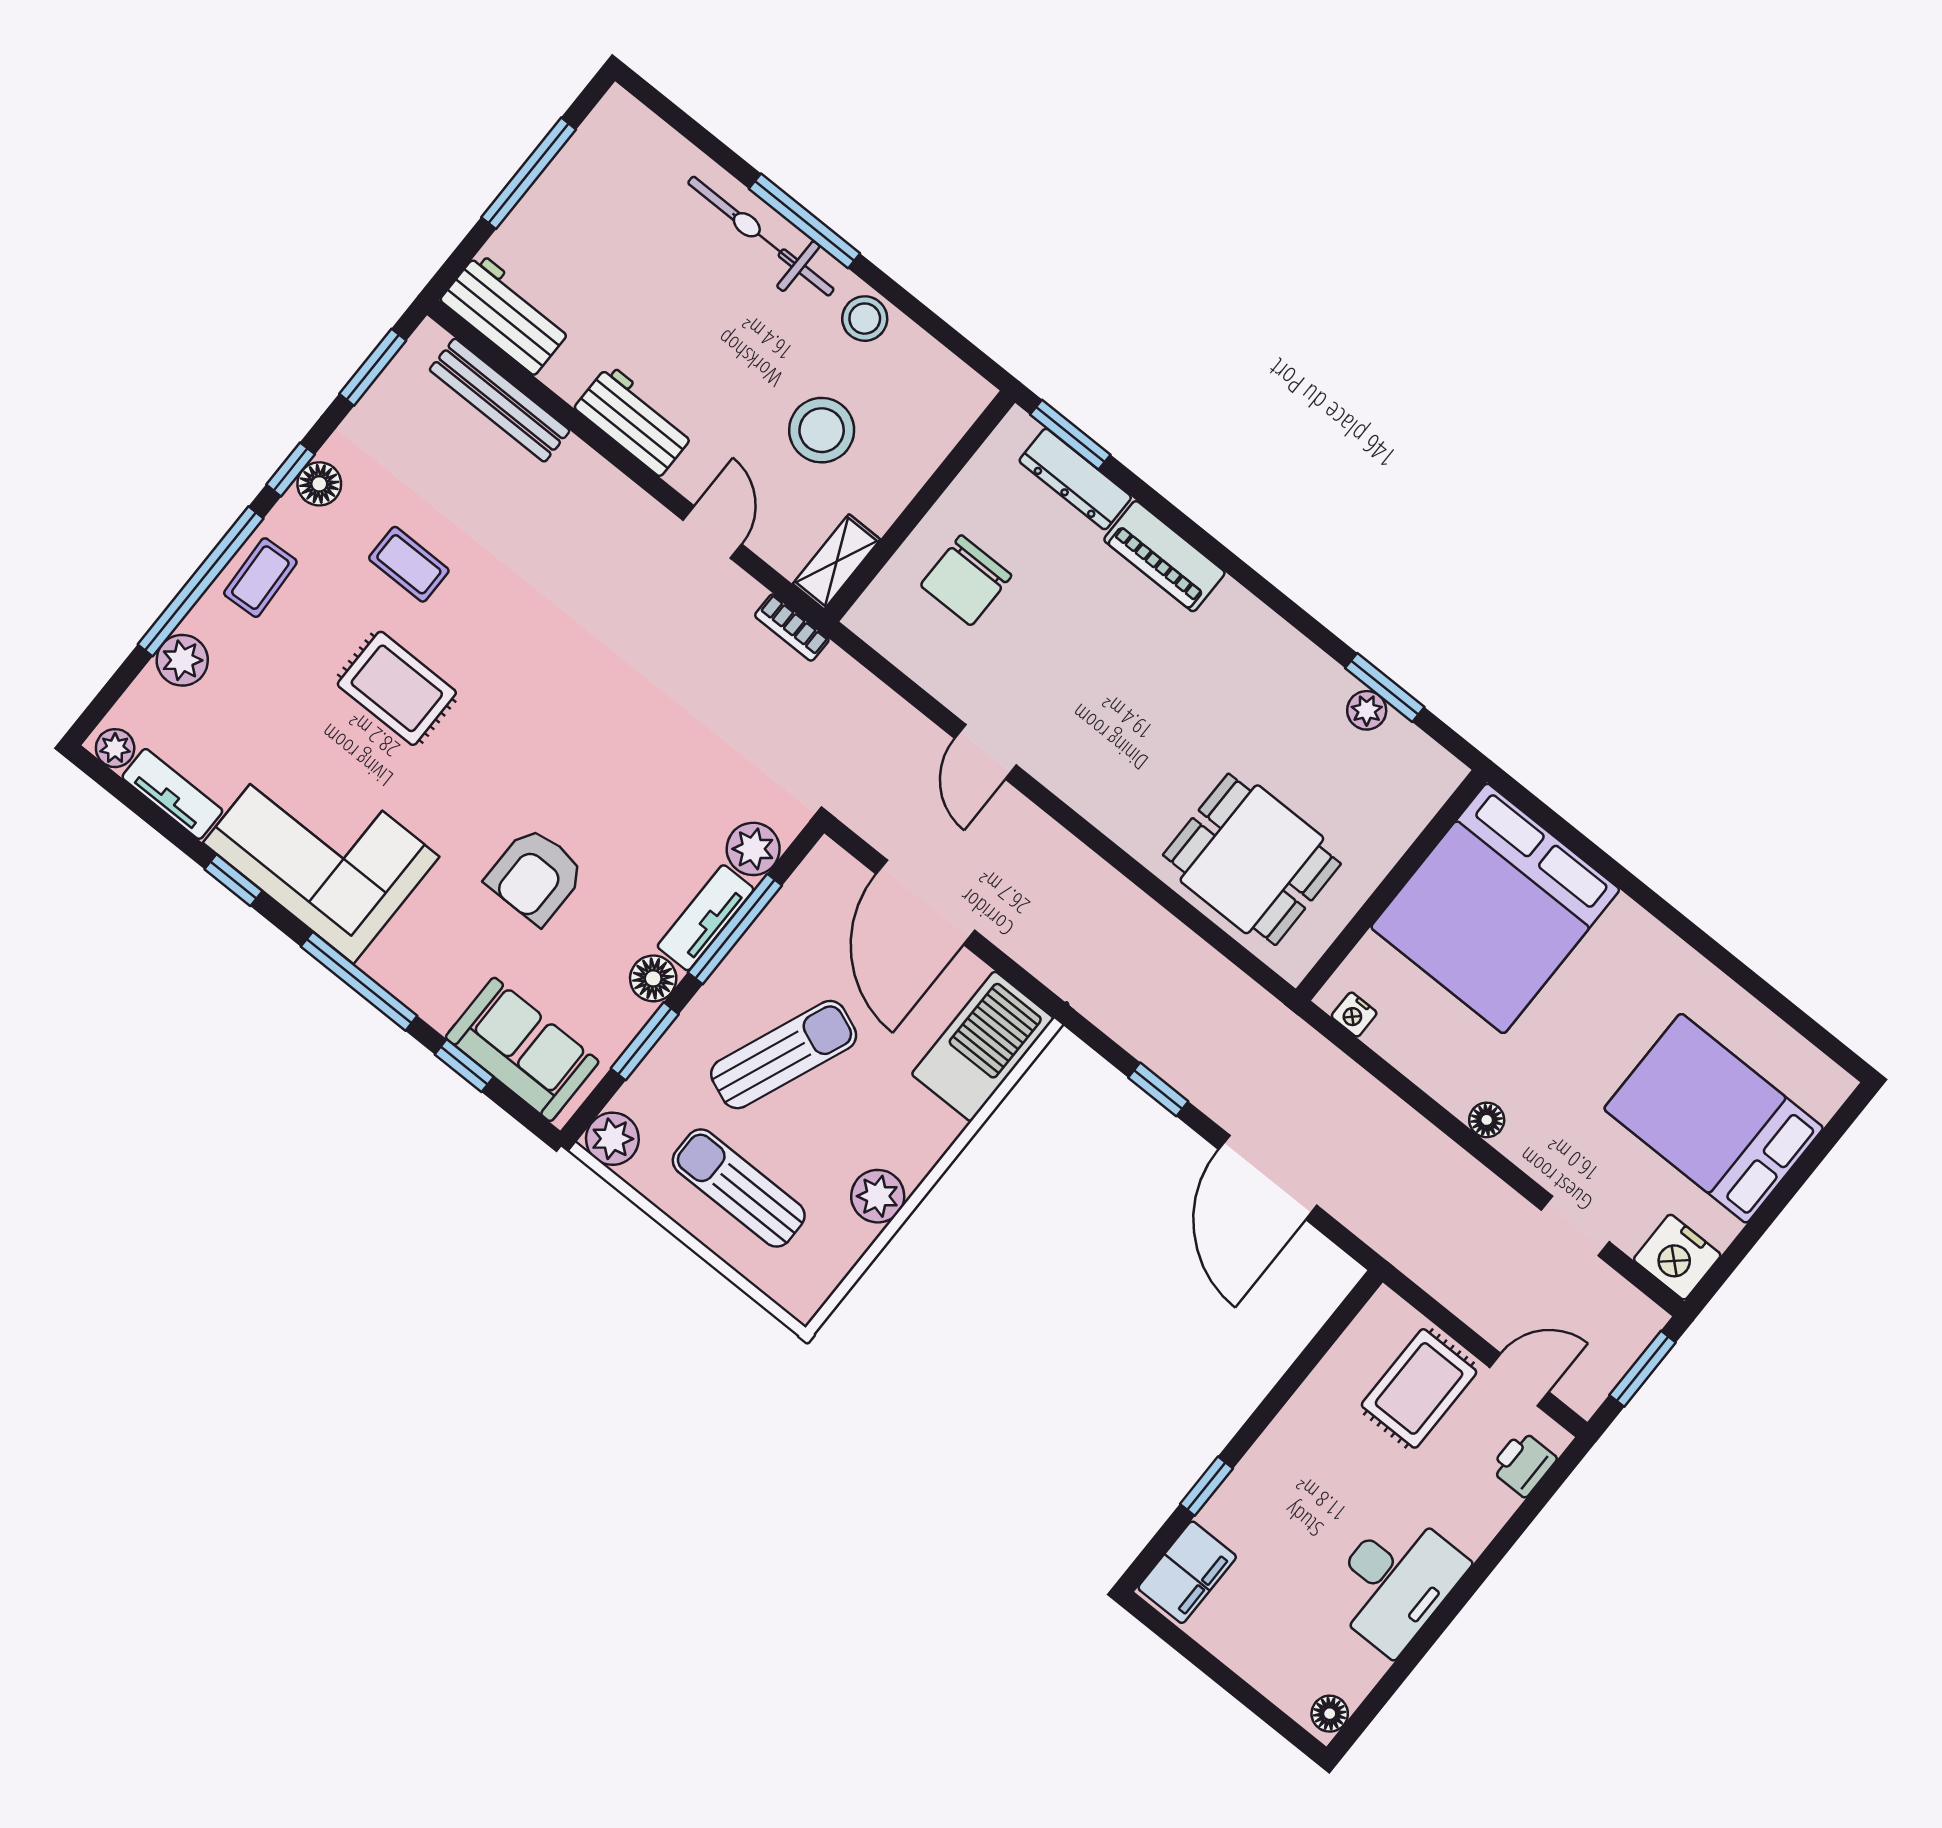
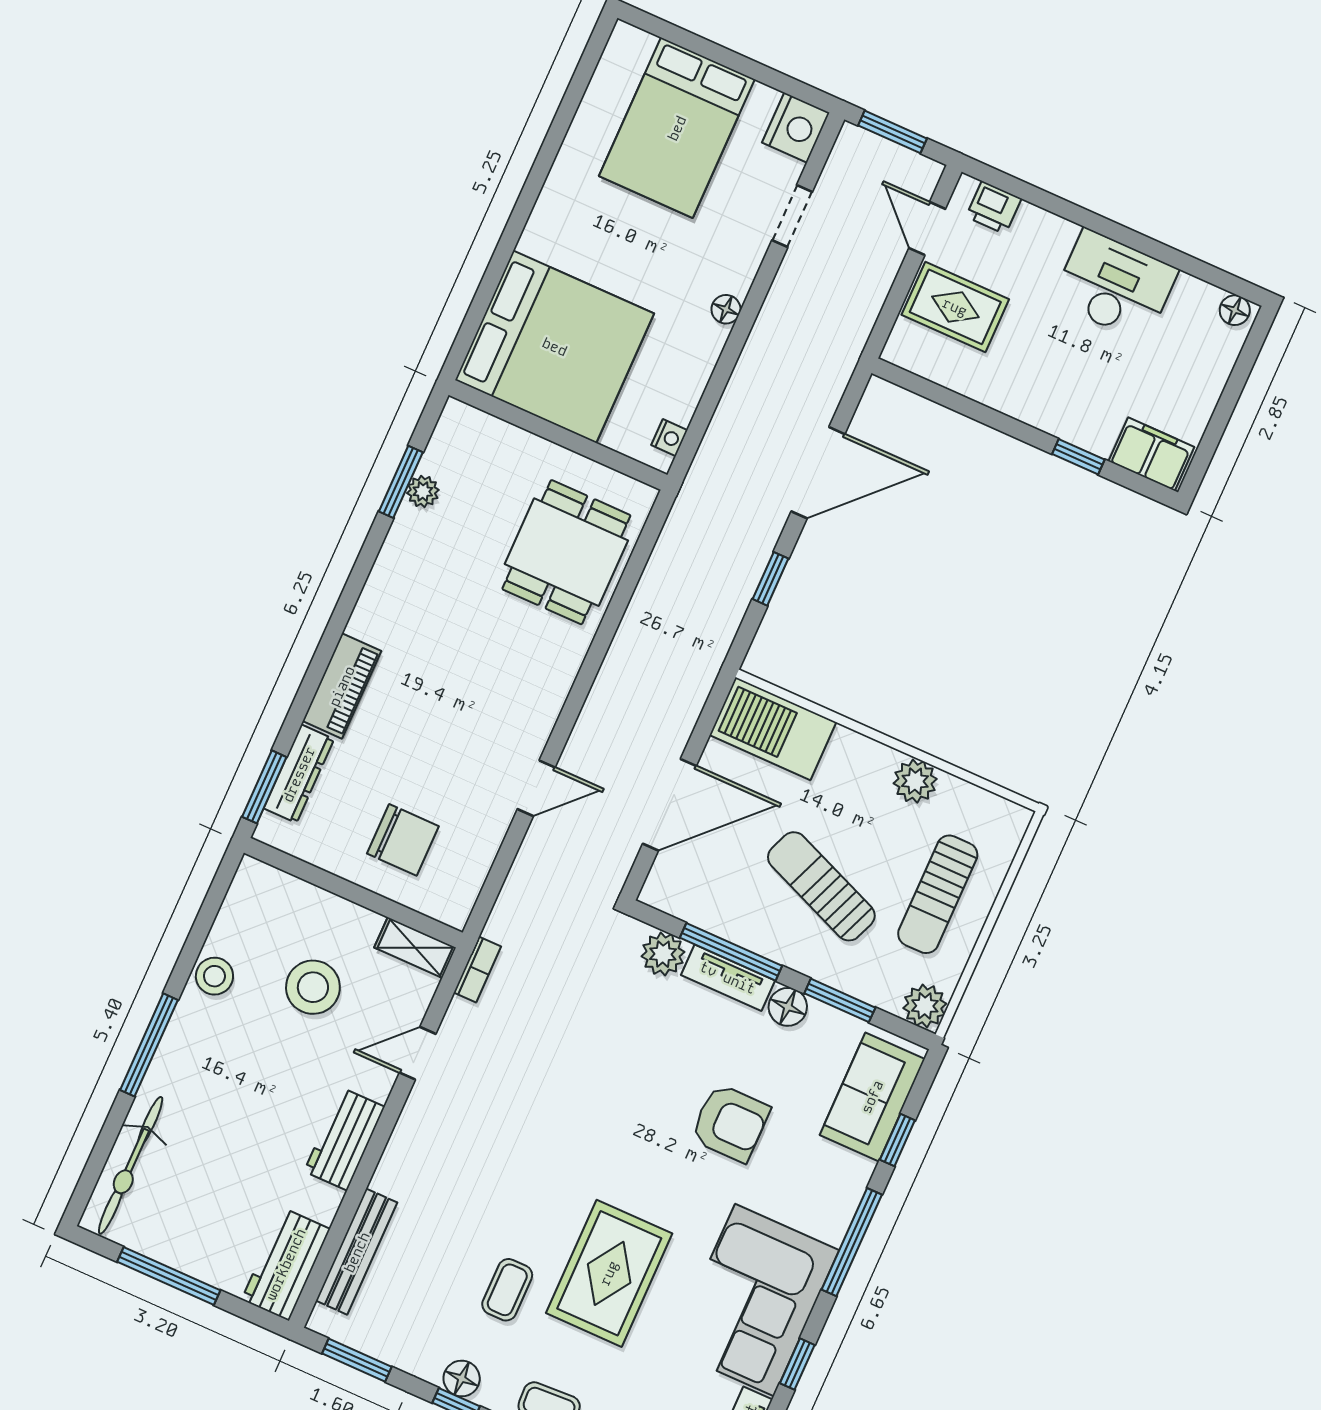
bicycle: (761, 236) -> (131, 1165), moved
rug: (397, 688) -> (609, 1273), width x1.36, depth x1.43

